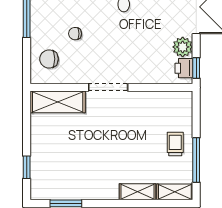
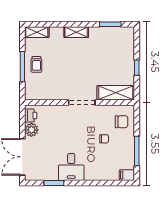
window: (196, 68) -> (22, 116), removed
window: (196, 160) -> (22, 67), moved
window: (27, 167) -> (137, 68), moved
shelving: (138, 192) -> (76, 32), moved

